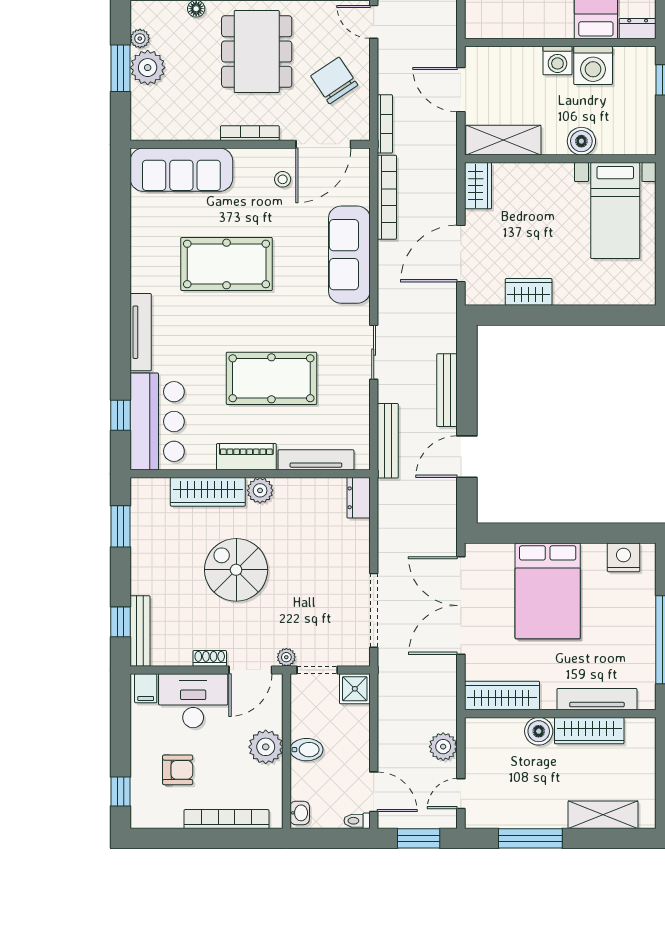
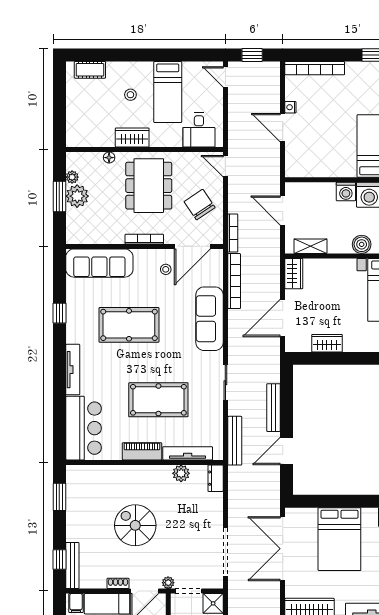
shelving: (503, 140) -> (310, 246), width x0.67, depth x0.75
window: (120, 415) -> (59, 313), moved
plant: (260, 490) -> (181, 473), moved
wardrobe: (208, 492) -> (117, 474), removed

